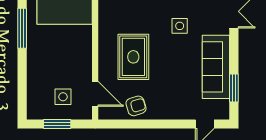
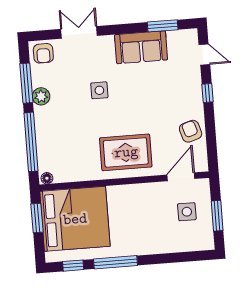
rug: (133, 57) -> (126, 152), moved
sofa: (216, 67) -> (141, 47), width x0.73
window: (169, 124) -> (207, 93), added

